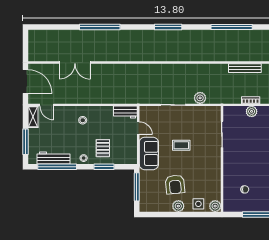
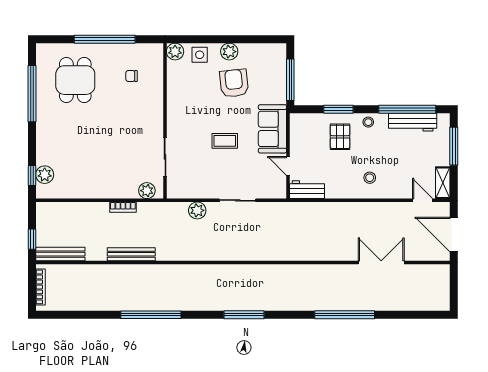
plant: (252, 111) -> (147, 191), moved

